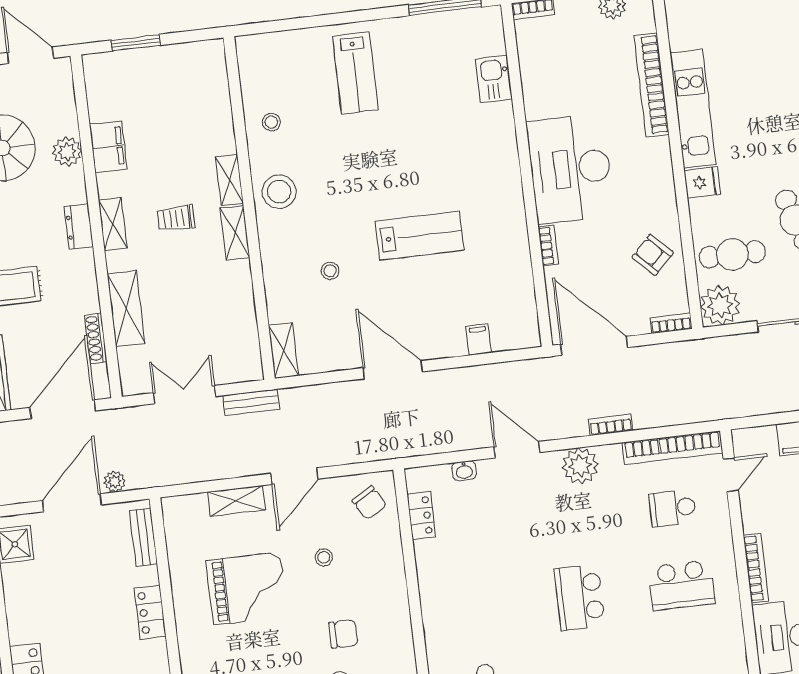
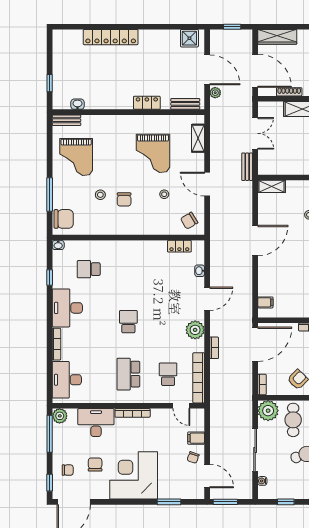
filing cabinet: (479, 339) -> (265, 302), moved
shelving: (236, 501) -> (198, 138), moved
school desk: (580, 597) -> (128, 322), width x0.54

